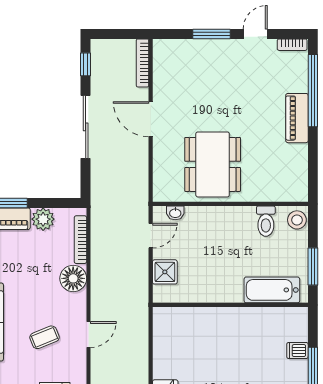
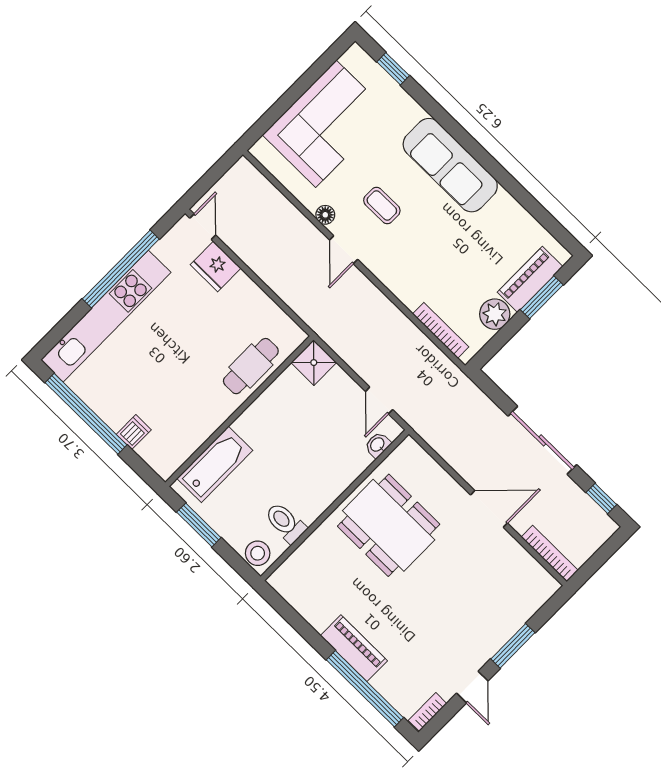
shower: (165, 272) -> (314, 363), moved
floor lamp: (73, 278) -> (325, 215), moved, width x0.53, depth x0.53
cafe table: (200, 323) -> (251, 366), added
coffee table: (45, 337) -> (382, 205), turned -68

